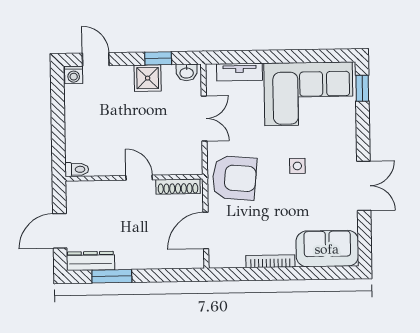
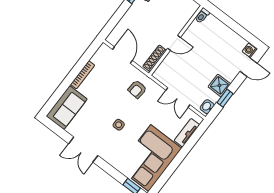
armchair: (234, 178) -> (137, 89), width x0.53, depth x0.53

